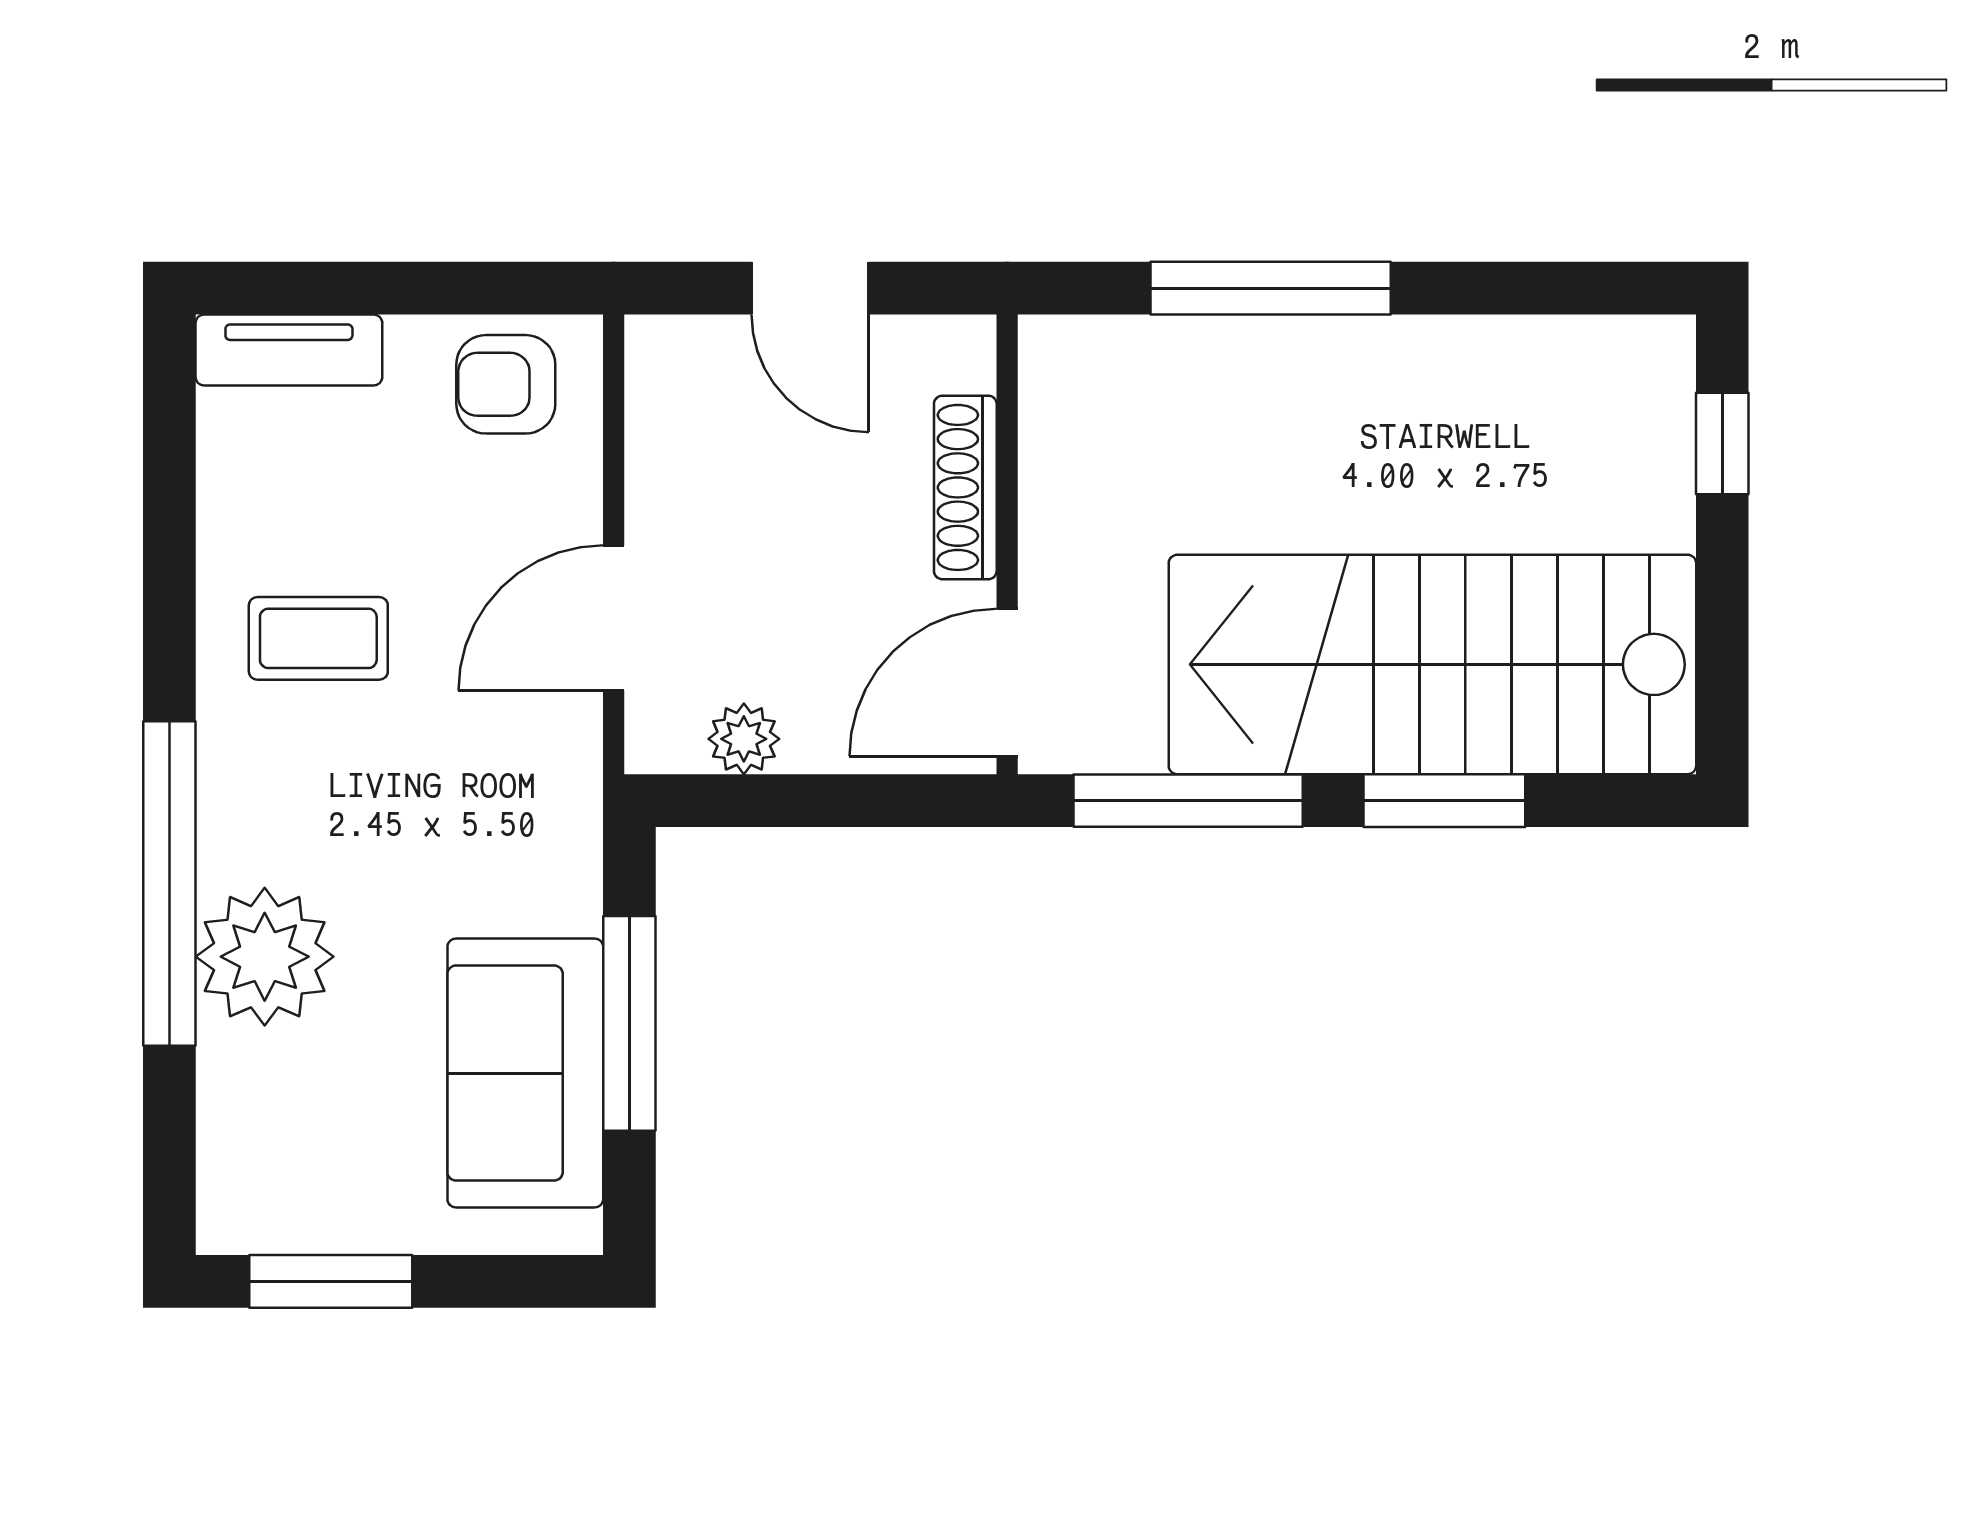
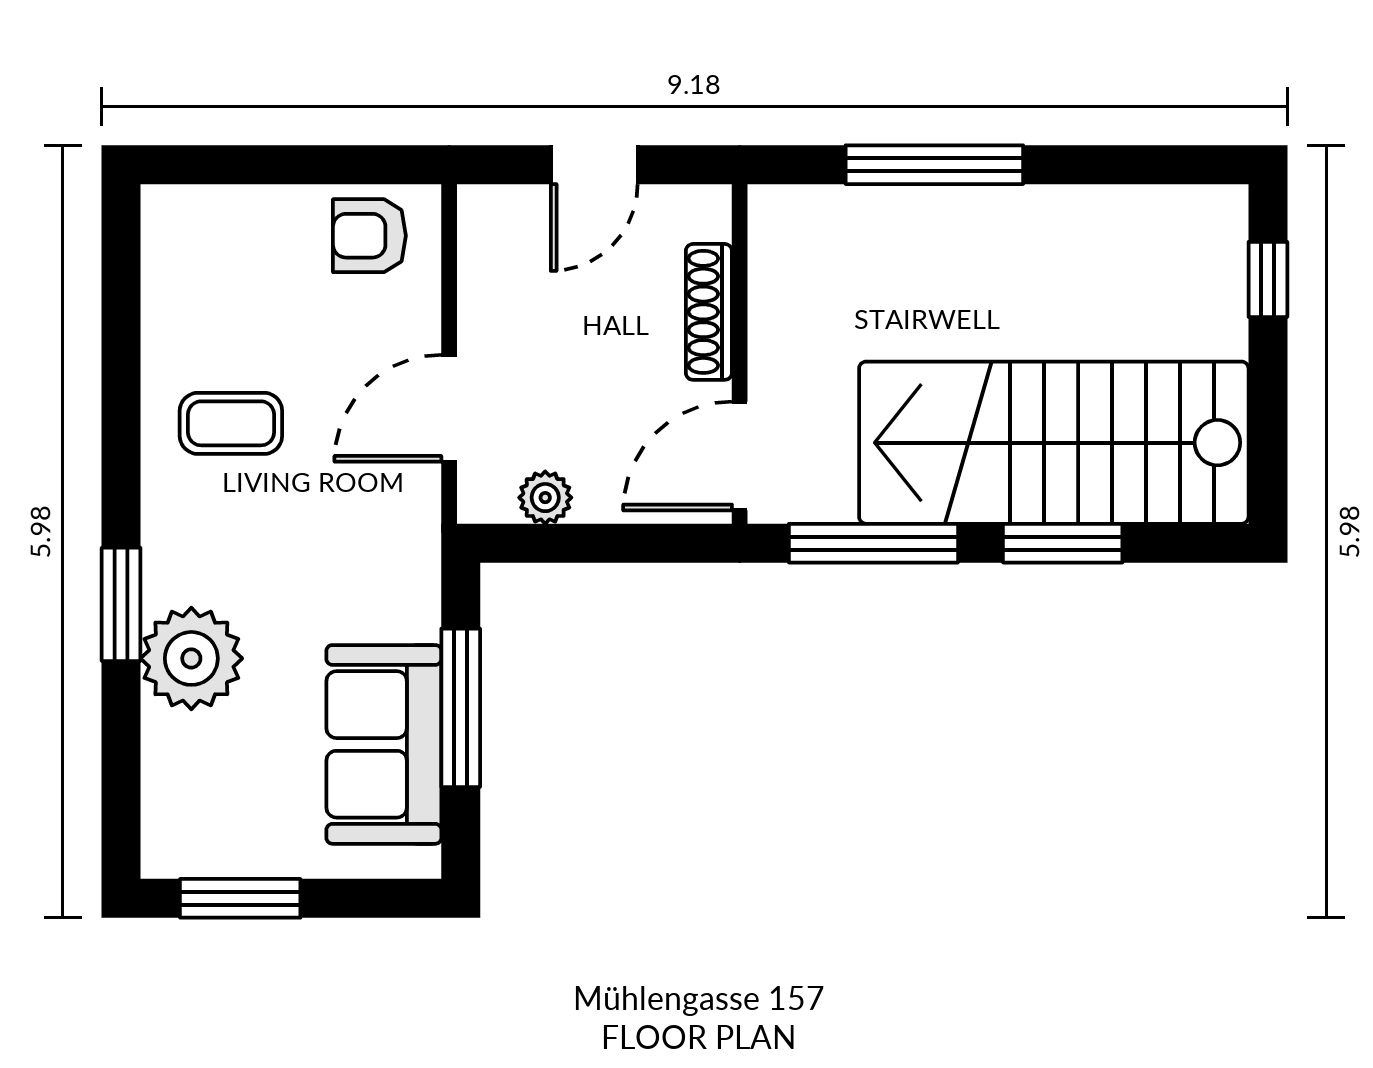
door: (810, 288) -> (594, 165), hinge flipped
tv unit: (289, 350) -> (209, 210), removed
window: (169, 883) -> (121, 604), width x0.47

